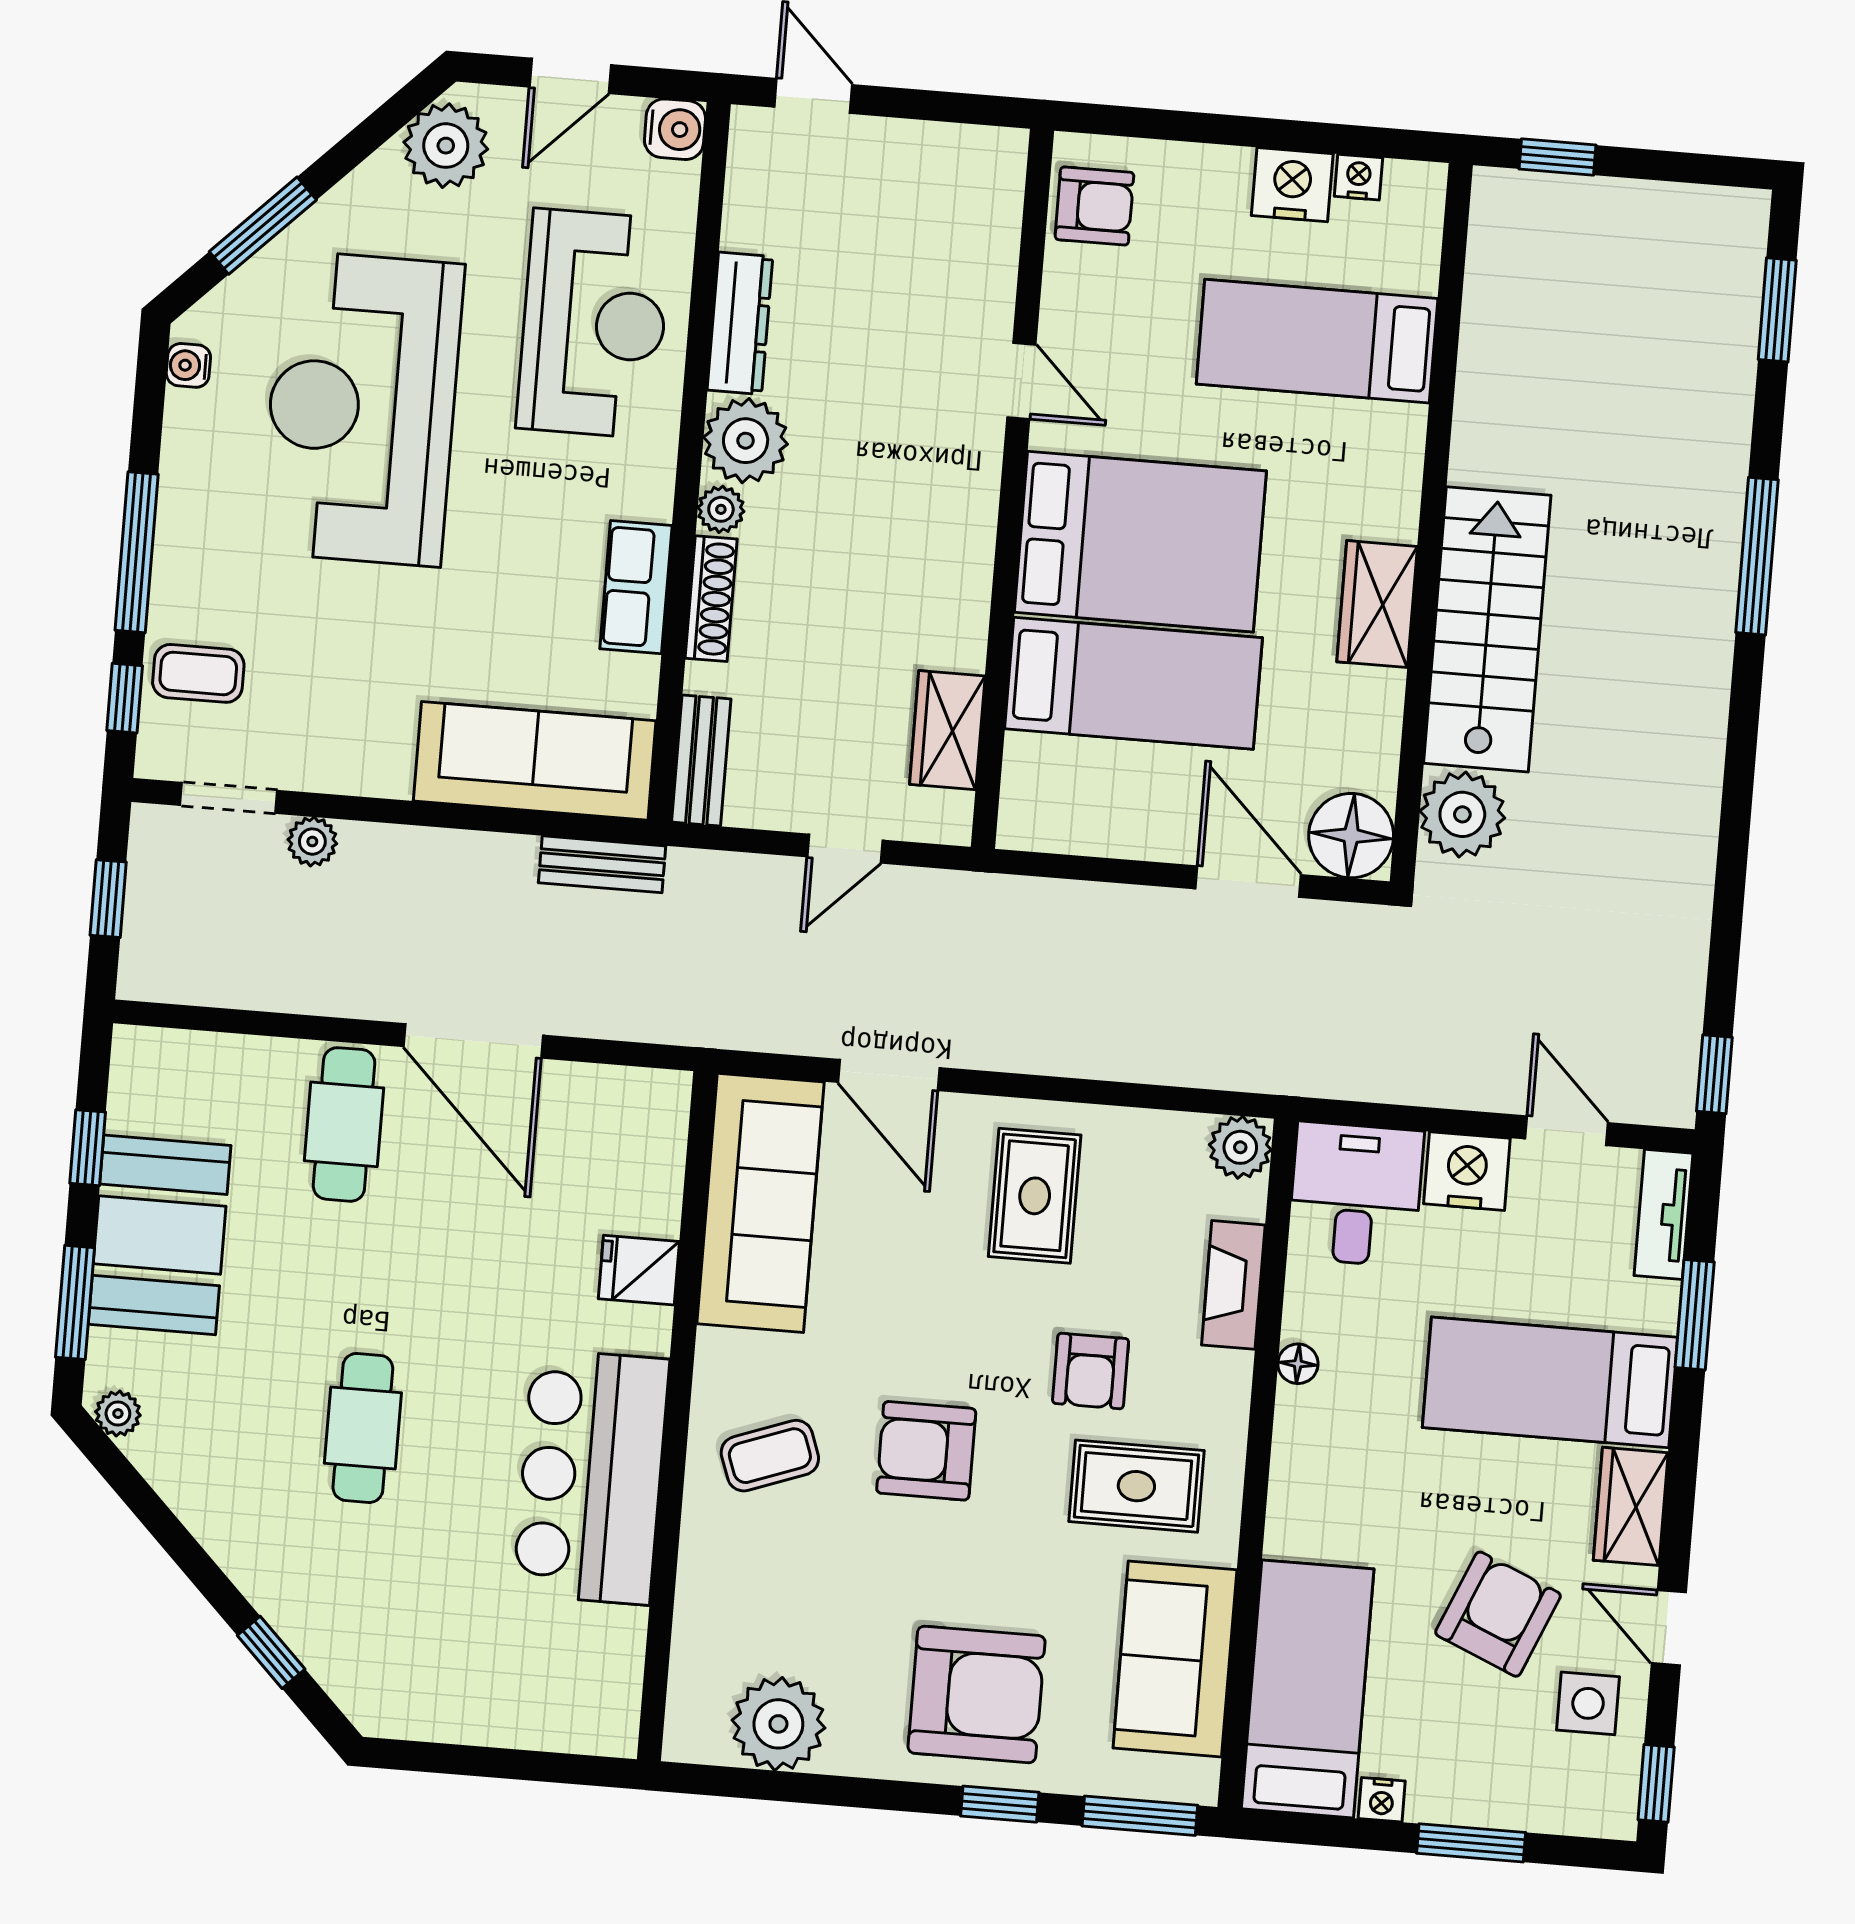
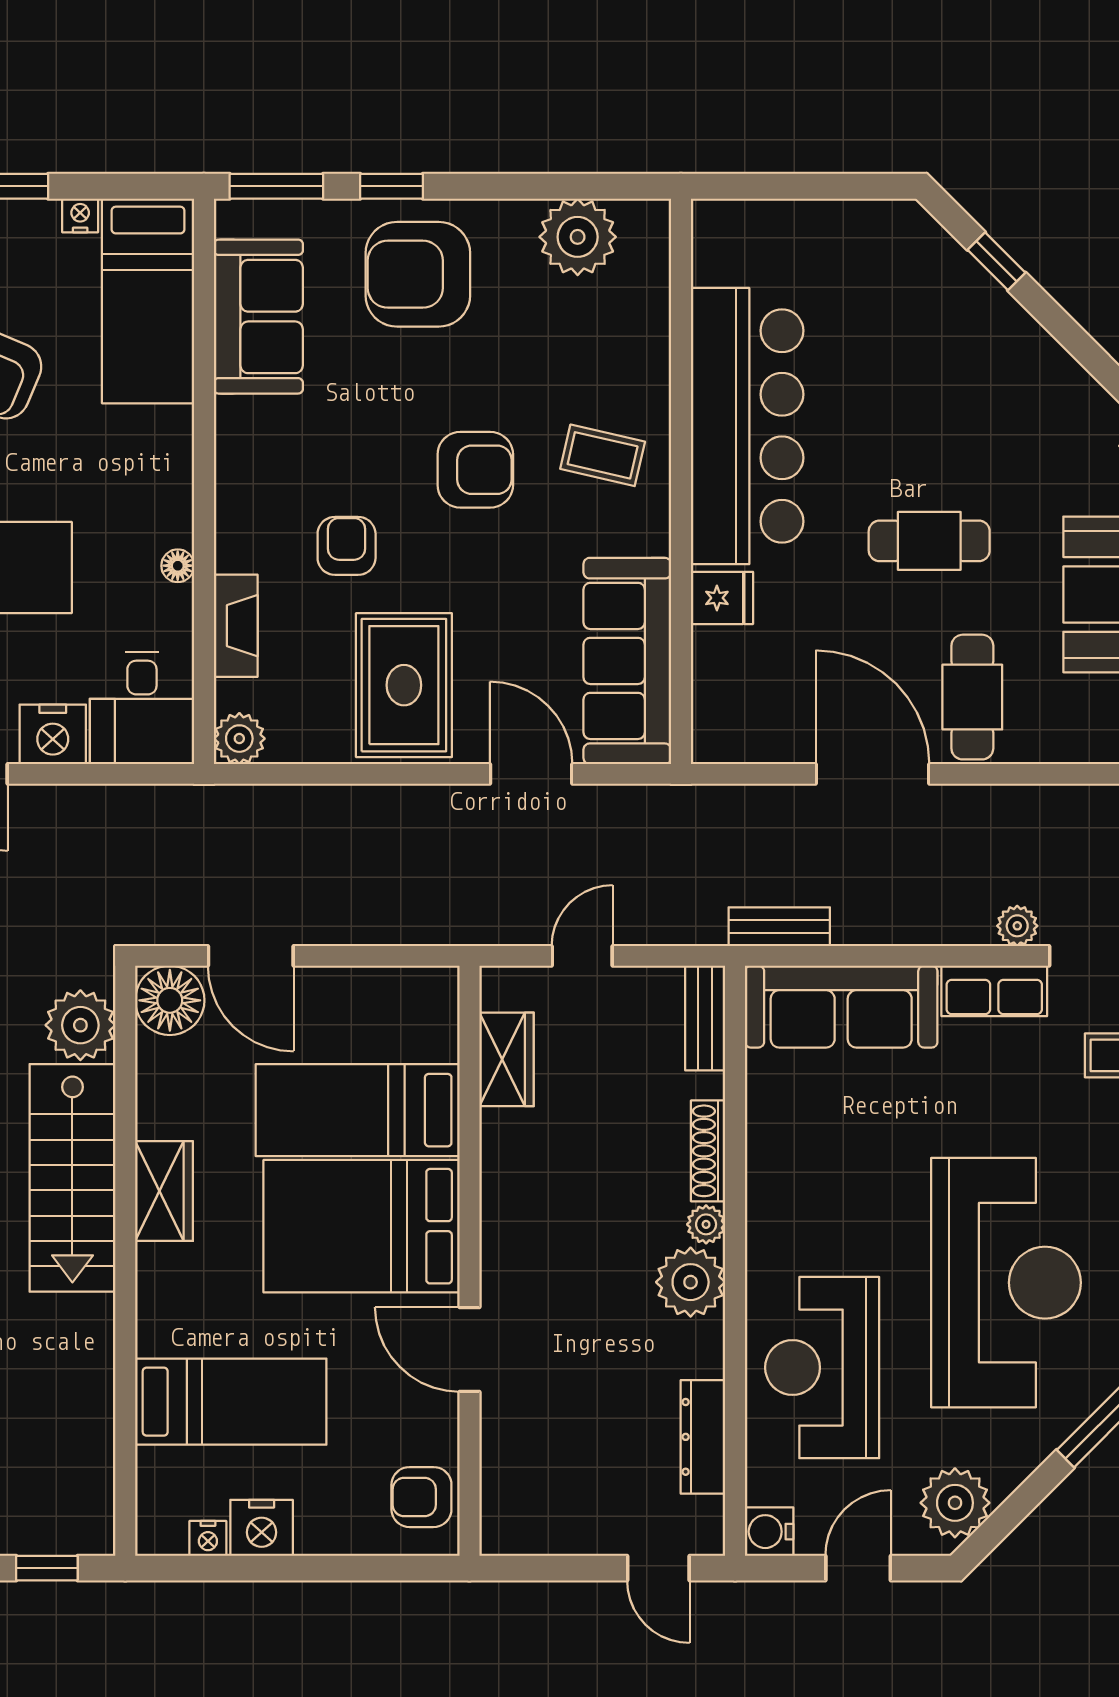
dresser: (740, 323) -> (703, 1437), moved
door: (1021, 381) -> (469, 1349), width x1.38
row of seats: (636, 587) -> (994, 991), moved, turned 90
rug: (1035, 1196) -> (404, 685), width x1.36, depth x1.43
cafe table: (363, 1428) -> (929, 541), moved, turned 90
coffee table: (770, 1456) -> (603, 455), turned 33
bar counter: (591, 1477) -> (747, 426), width x1.36
rug: (1136, 1486) -> (301, 455), removed

